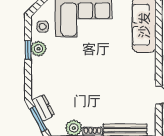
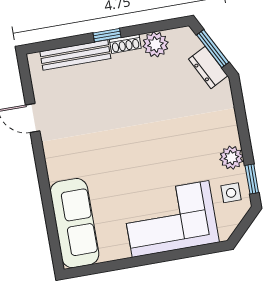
window: (28, 50) -> (252, 179), moved

